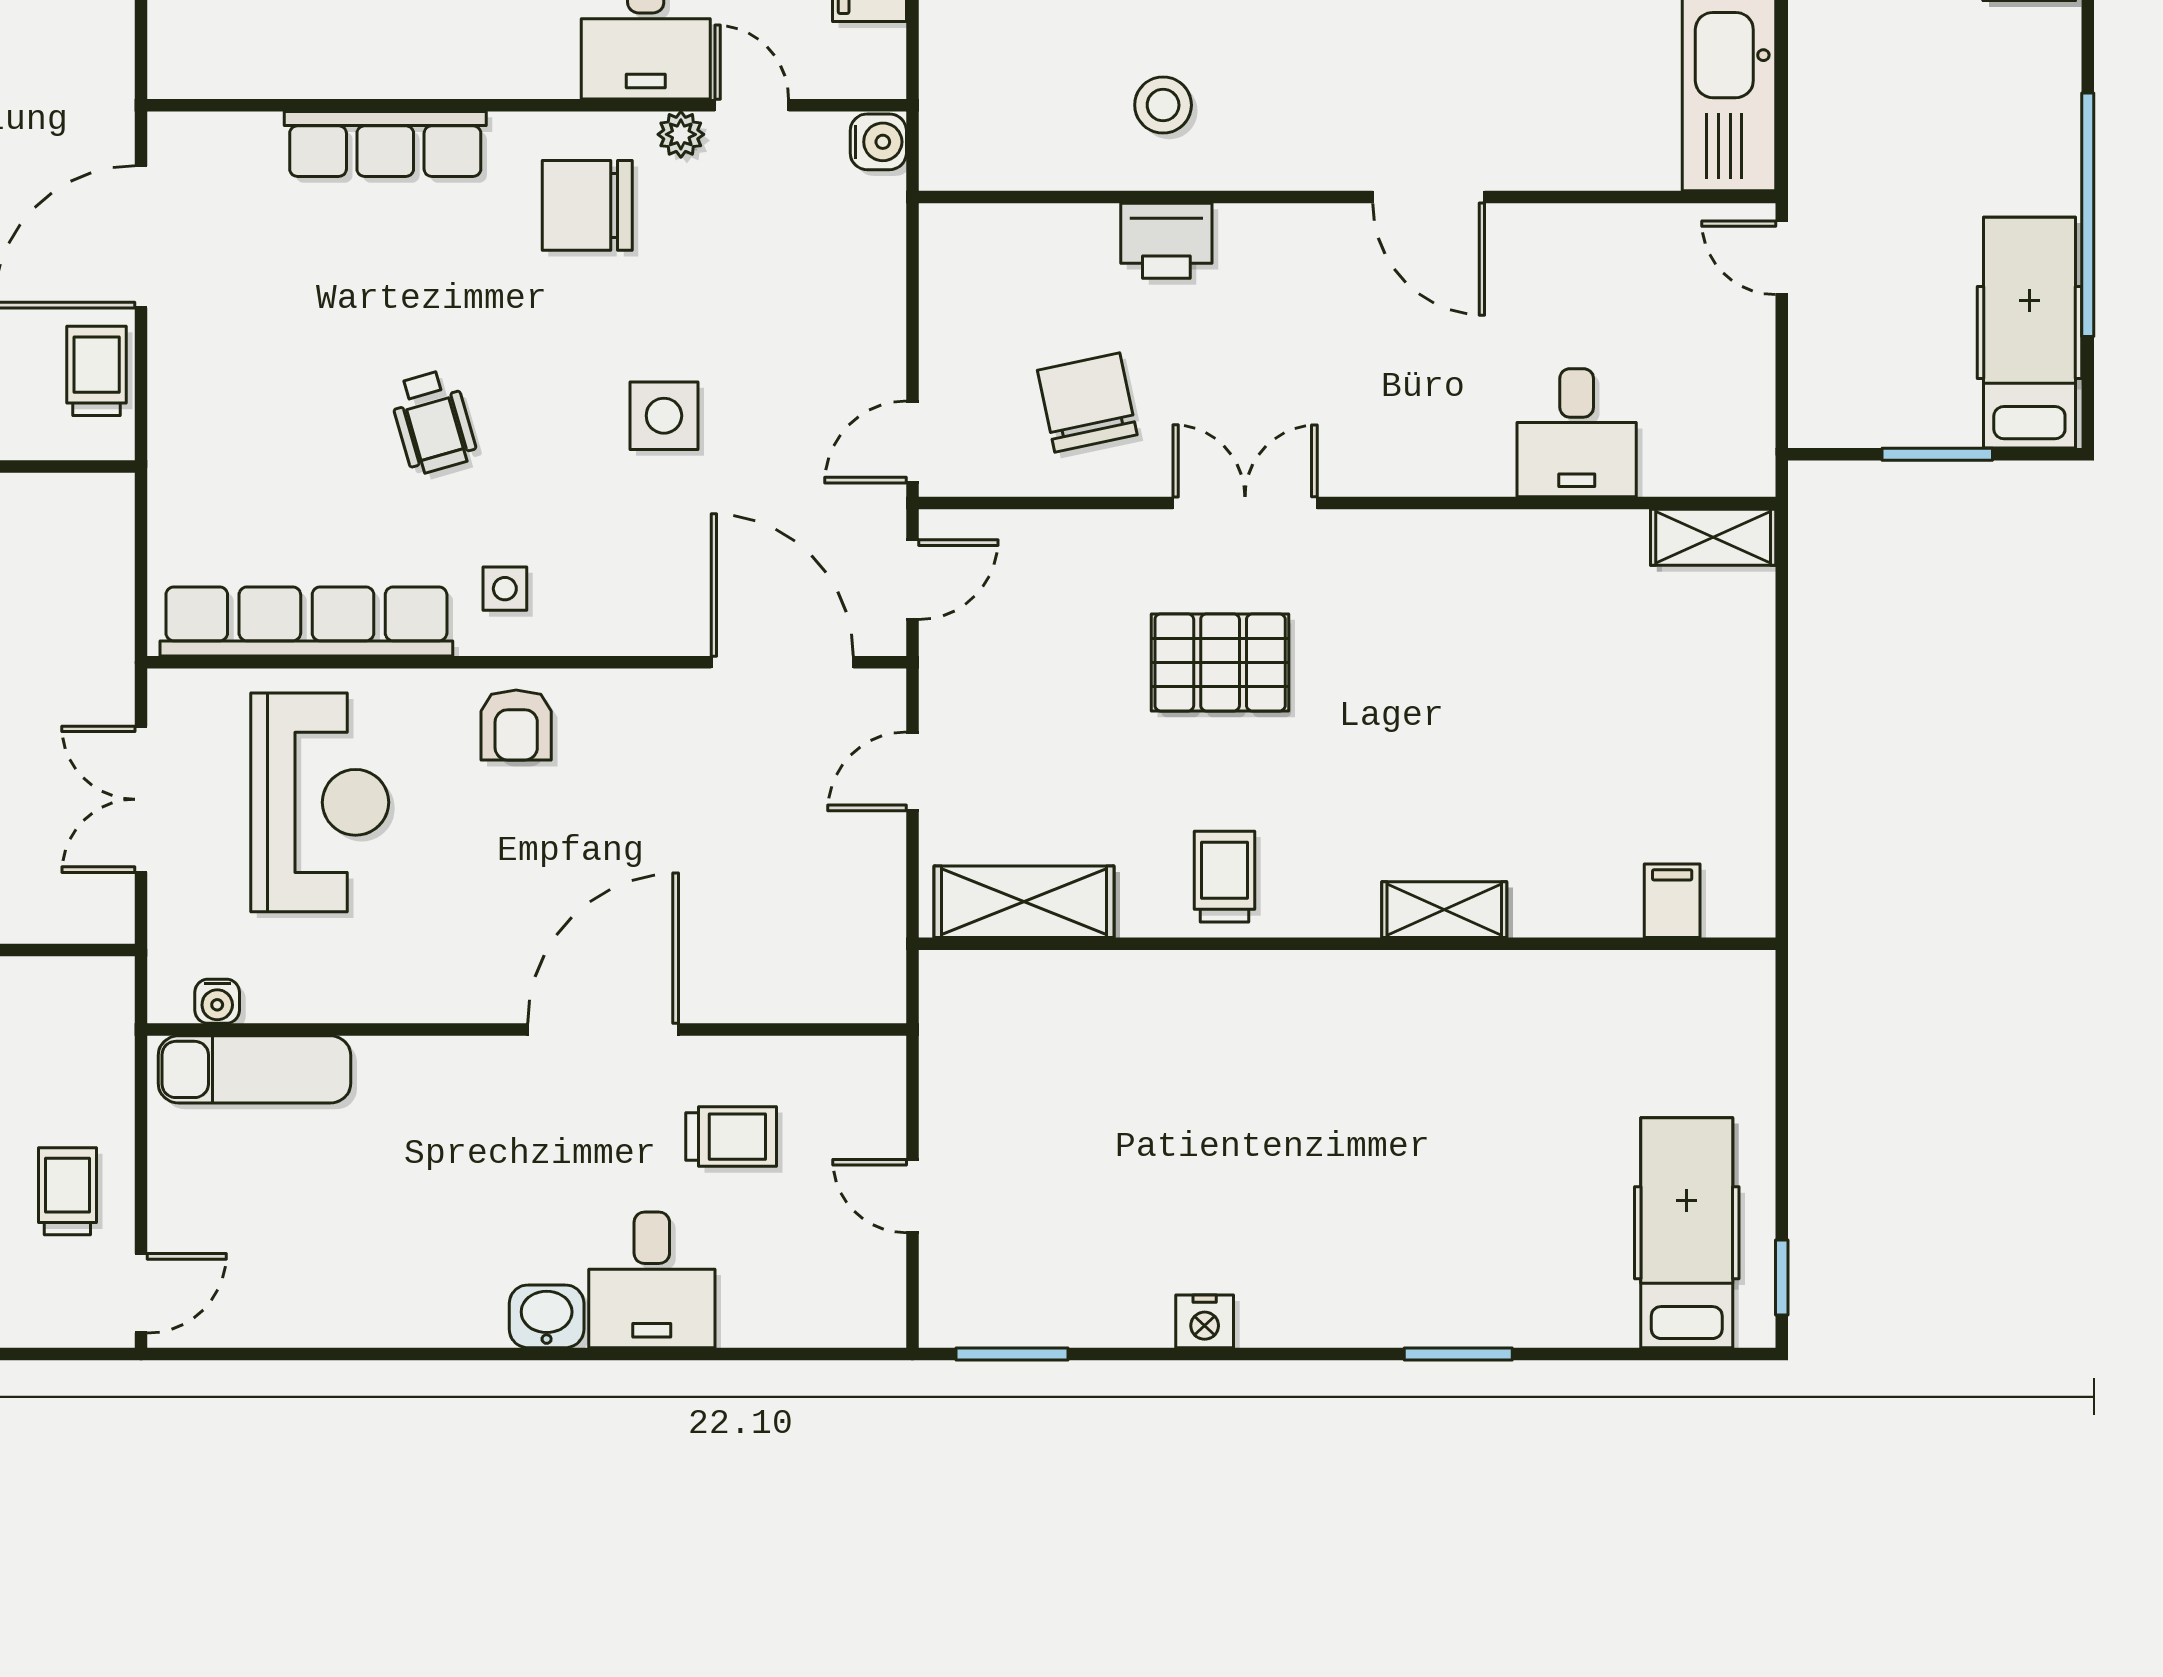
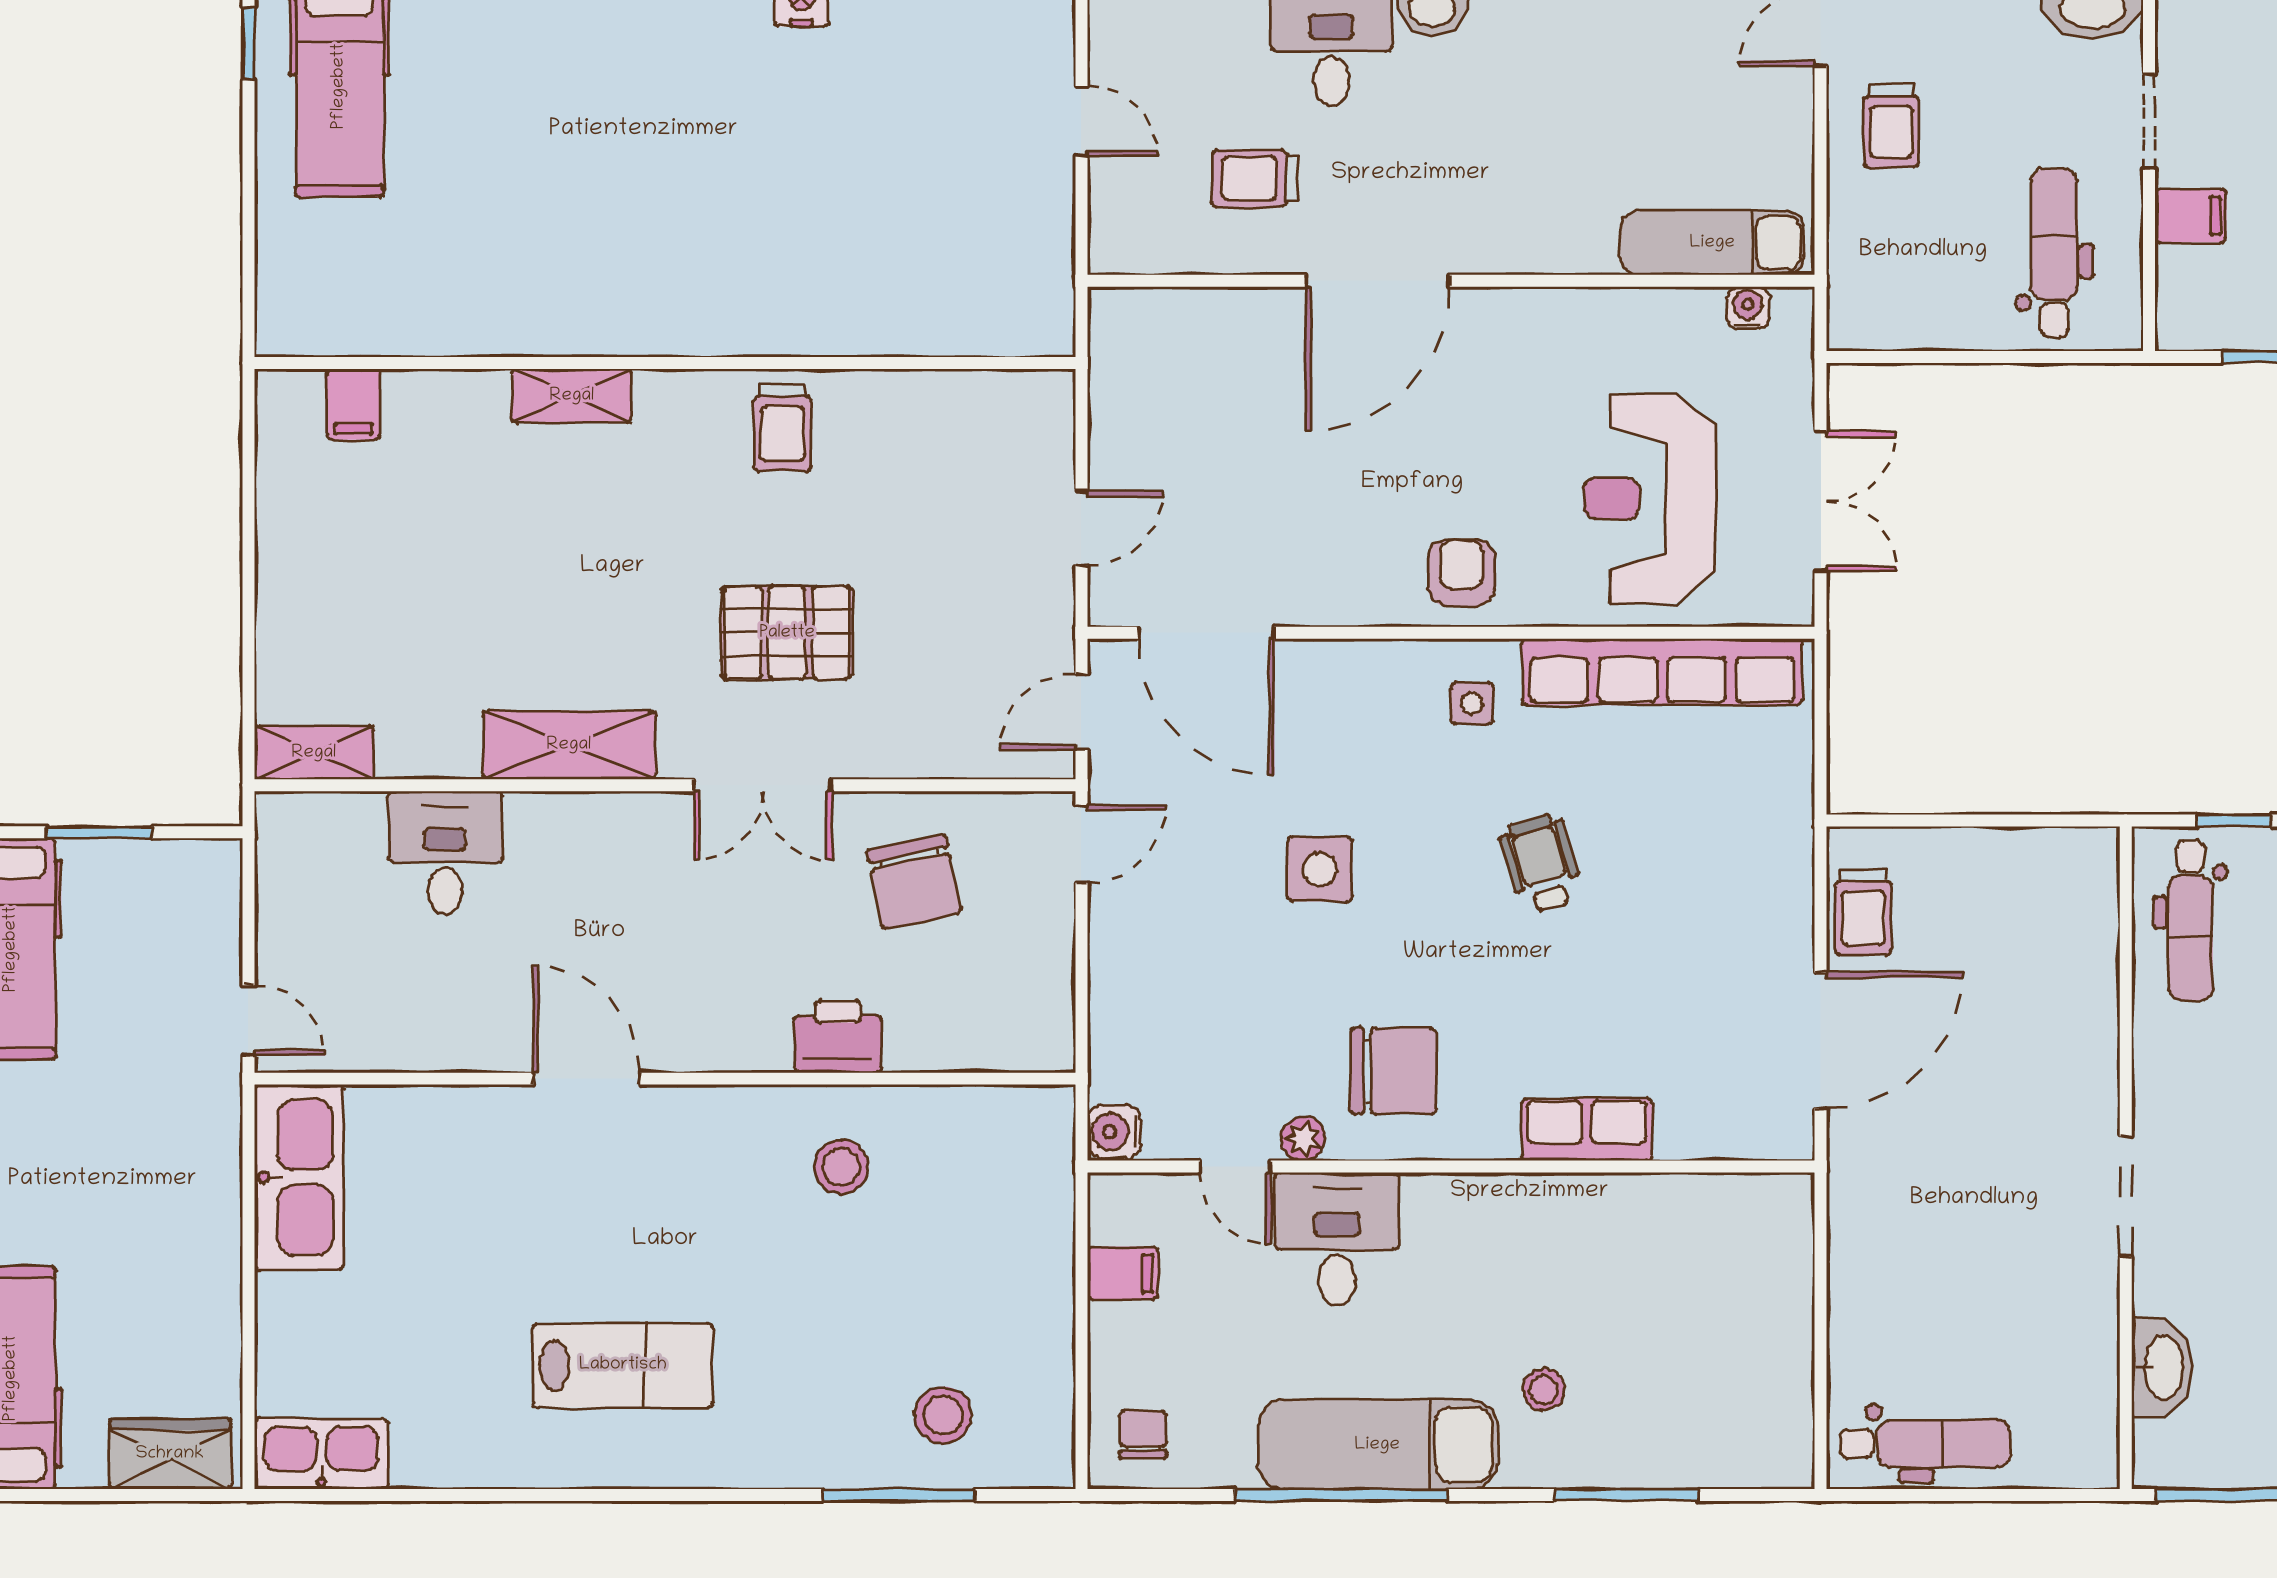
row of seats: (385, 144) -> (1587, 1129), width x0.68
shelving: (1024, 902) -> (569, 745), moved

